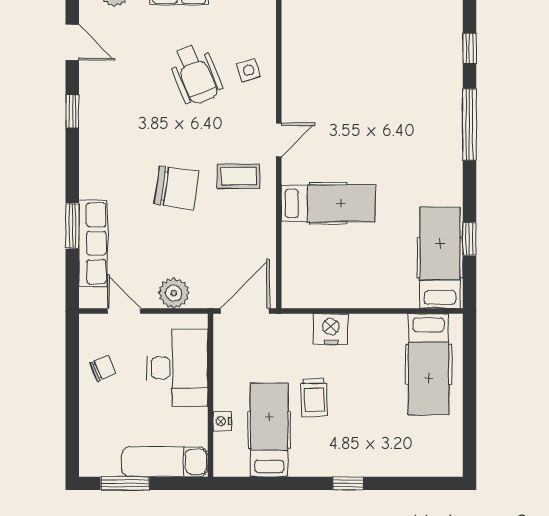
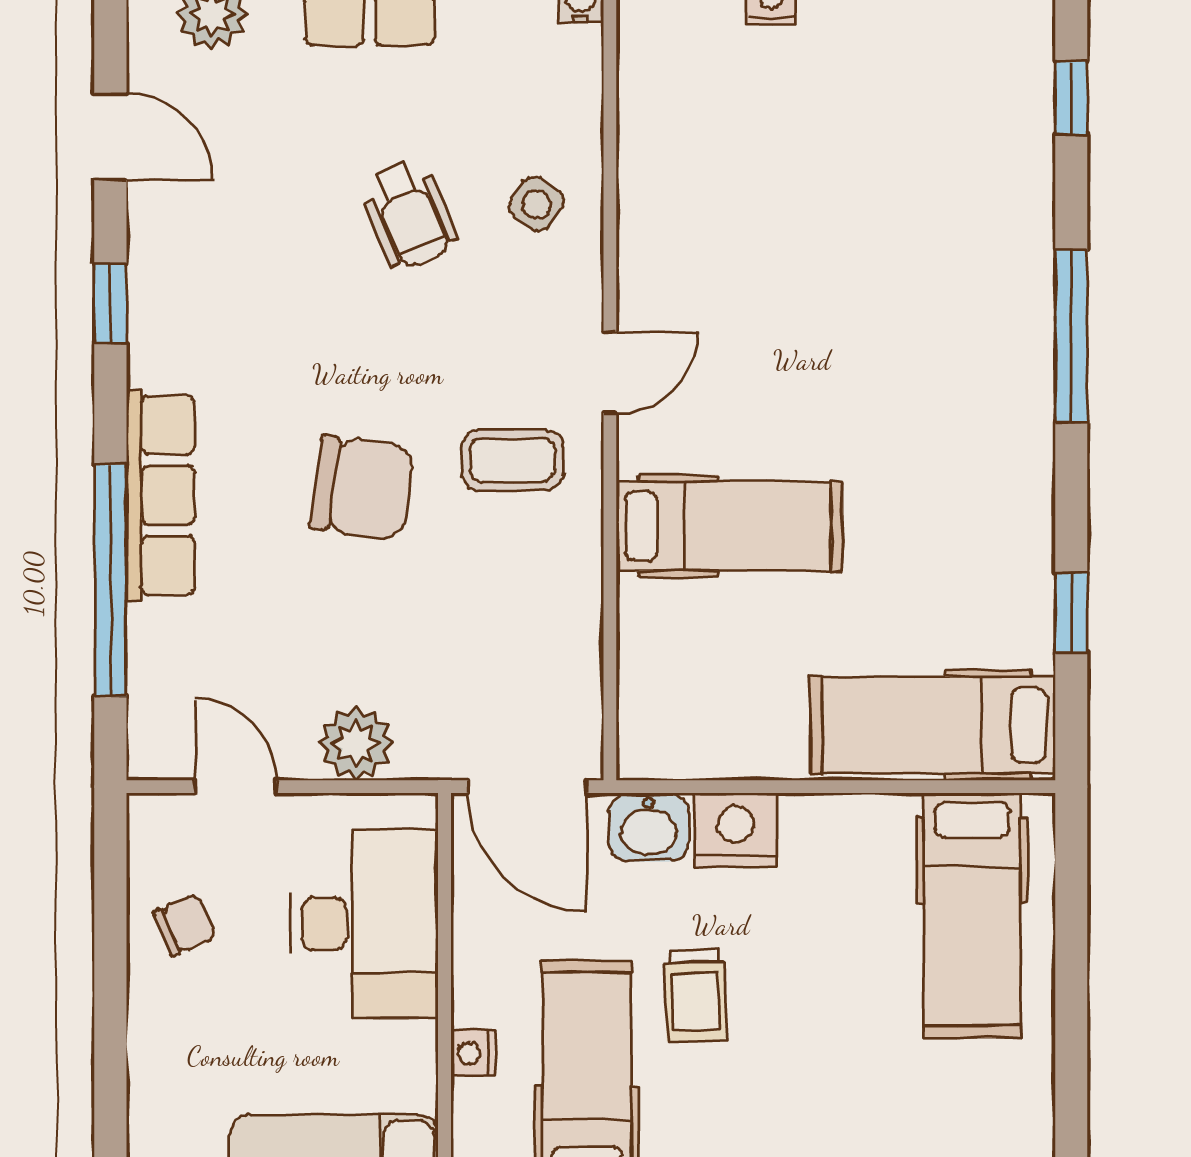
window: (469, 48) -> (1071, 98), moved
side table: (248, 70) -> (537, 204), turned -38
wheelchair: (196, 74) -> (408, 214), width x0.73, depth x0.73
window: (72, 226) -> (110, 581), width x2.11
row of seats: (93, 243) -> (160, 495), moved
hospital bed: (440, 258) -> (933, 725), moved, turned -90
door: (245, 311) -> (527, 787), swing flipped
washbasin: (295, 328) -> (649, 827), added

